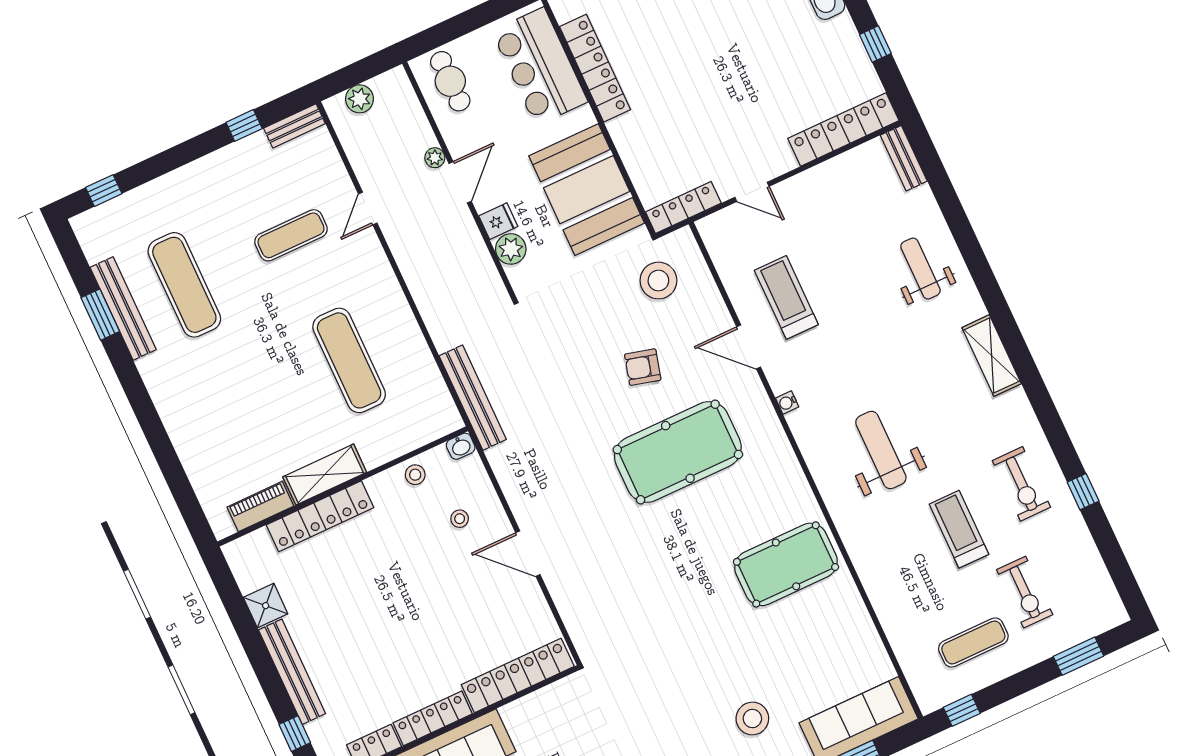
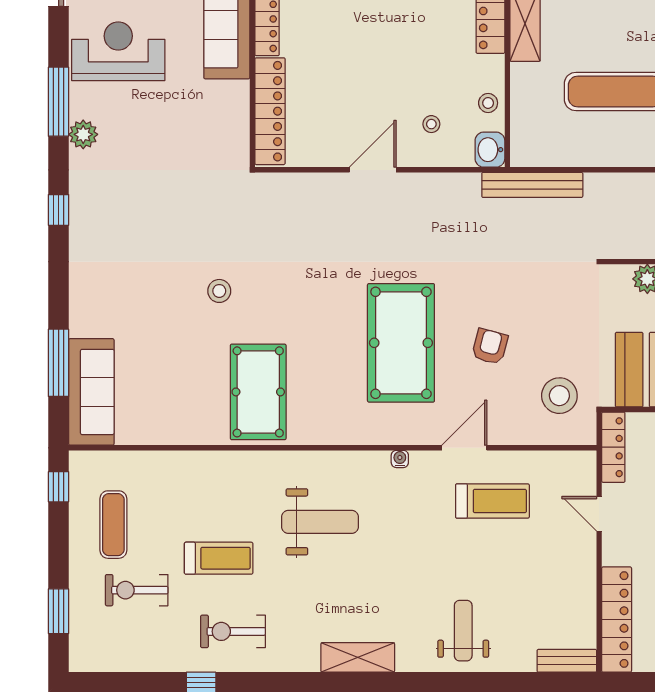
door: (752, 192) -> (599, 514), hinge flipped
weight bench: (920, 268) -> (463, 631), turned -90
washbasin: (461, 446) -> (490, 150), width x1.38, depth x1.45
stool: (752, 719) -> (219, 291), moved, width x0.73, depth x0.73

